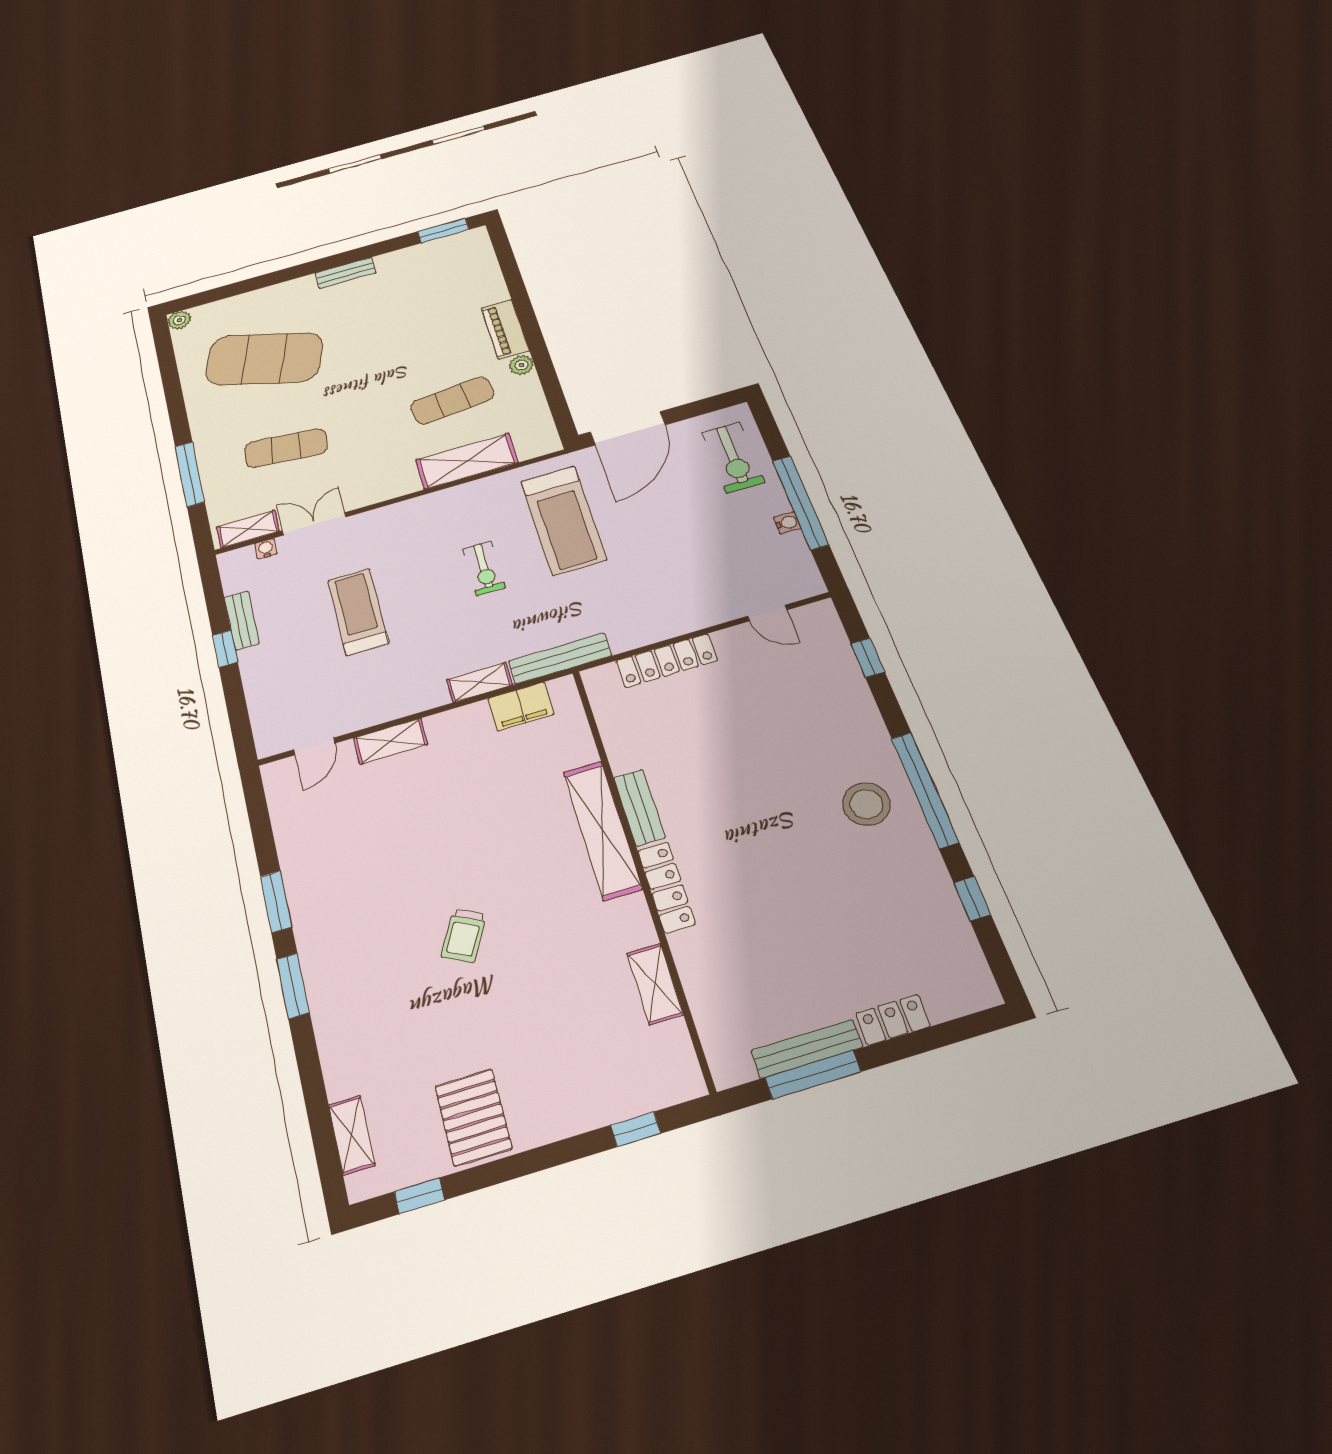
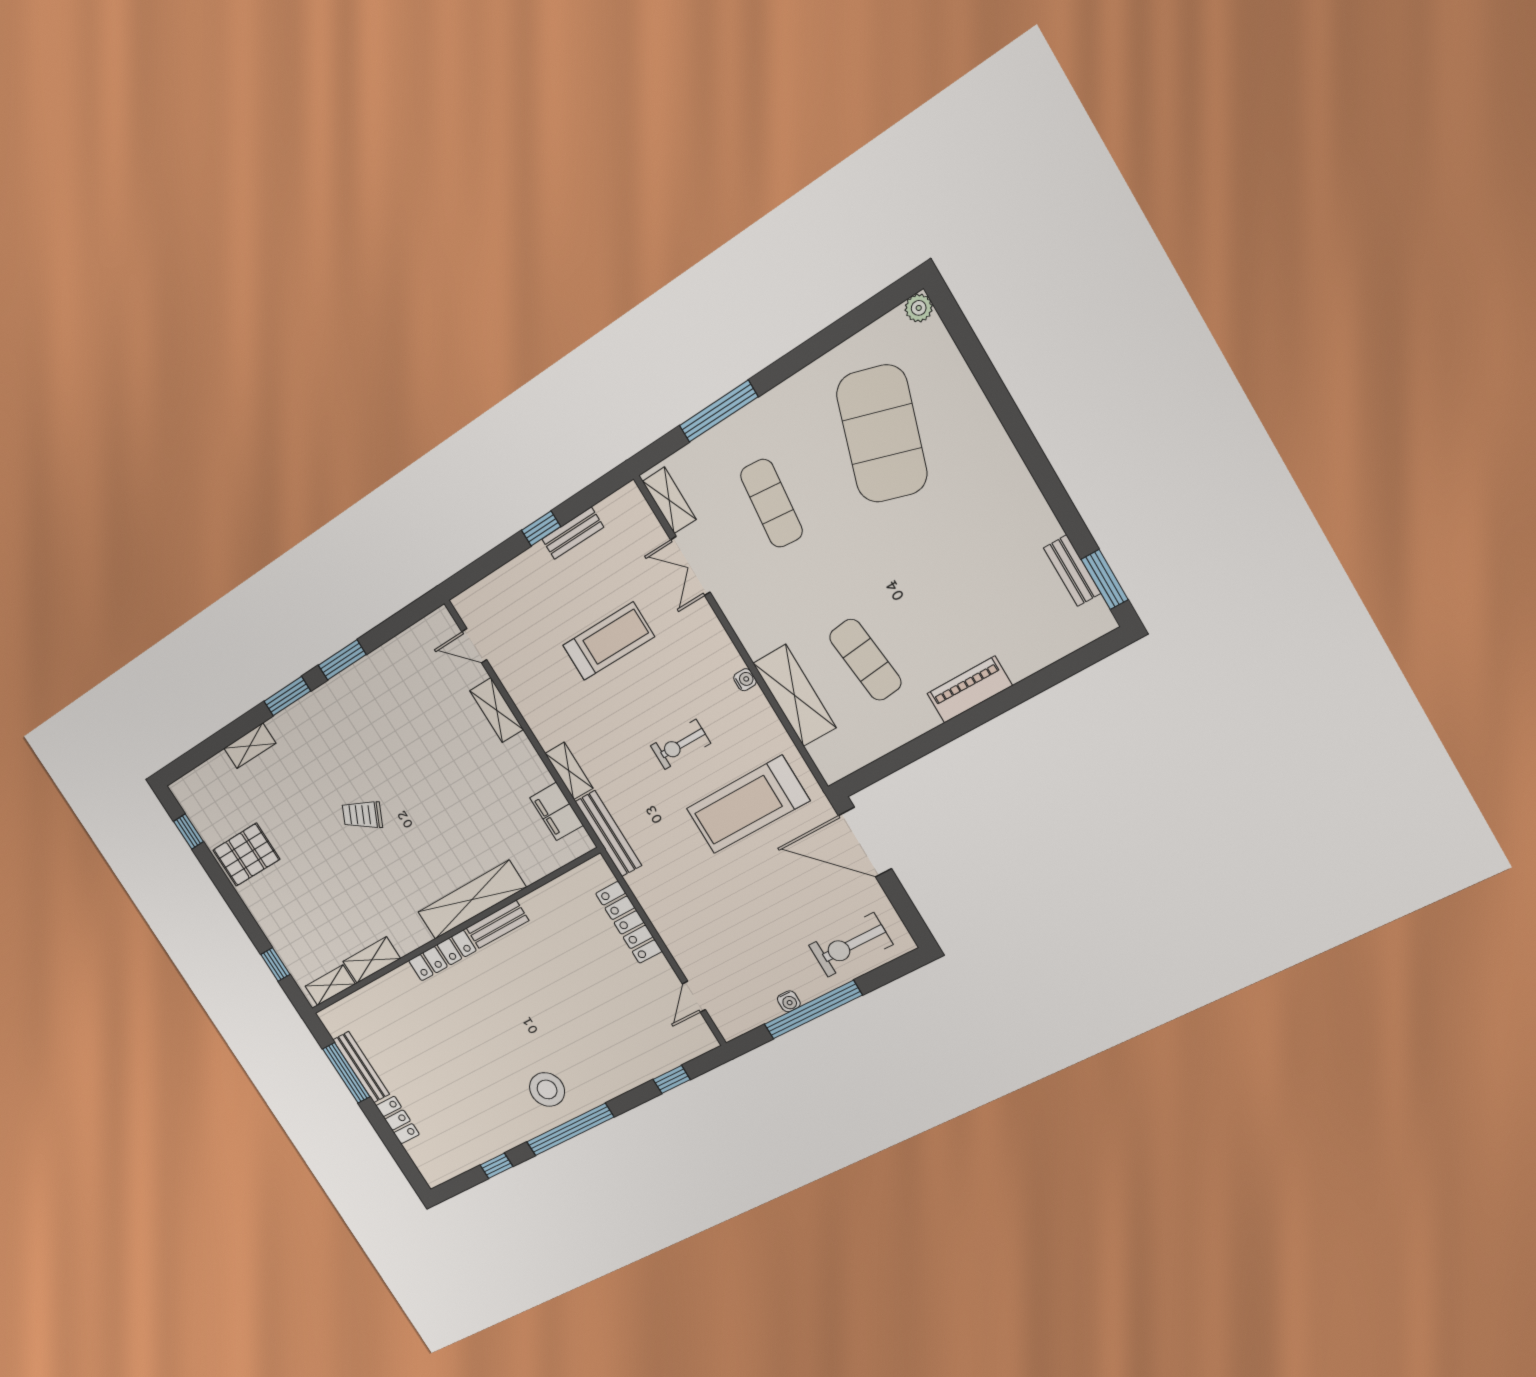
bench: (346, 273) -> (1072, 571), moved
plant: (521, 365) -> (924, 719), removed
double door: (314, 524) -> (690, 566), swing flipped
water cooler: (266, 549) -> (745, 680), moved
shelving: (680, 1056) -> (330, 985), added
shelving: (352, 1135) -> (250, 746), moved

